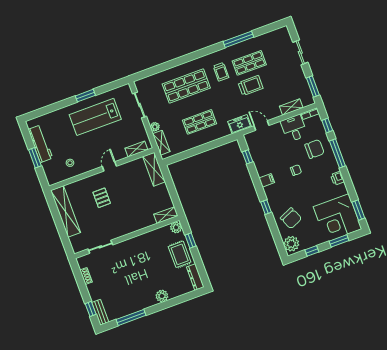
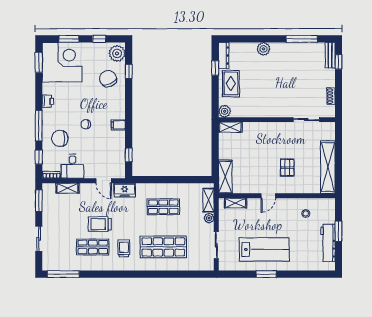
window: (238, 39) -> (63, 274), moved
window: (266, 207) -> (129, 71), moved
window: (191, 240) -> (215, 68), moved

